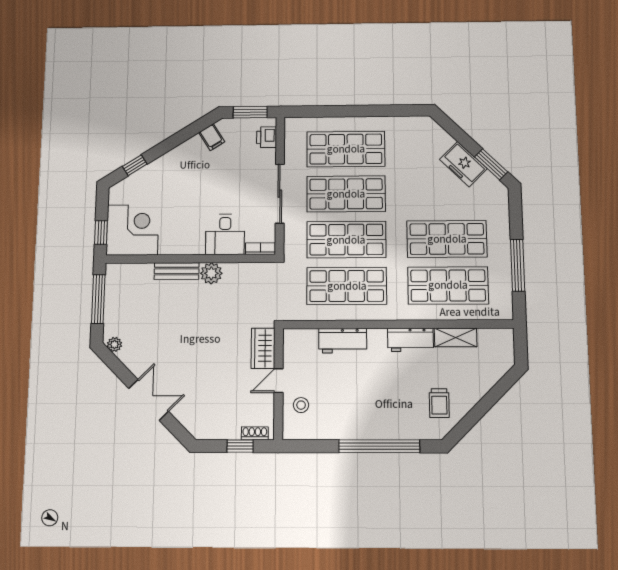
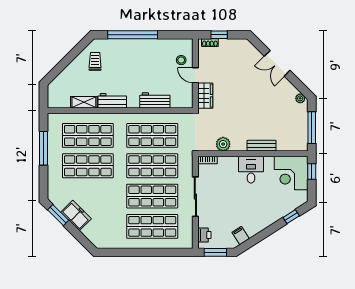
desk: (225, 234) -> (251, 170), moved
plant: (211, 273) -> (223, 144), moved
door: (279, 381) -> (195, 75), swing flipped

